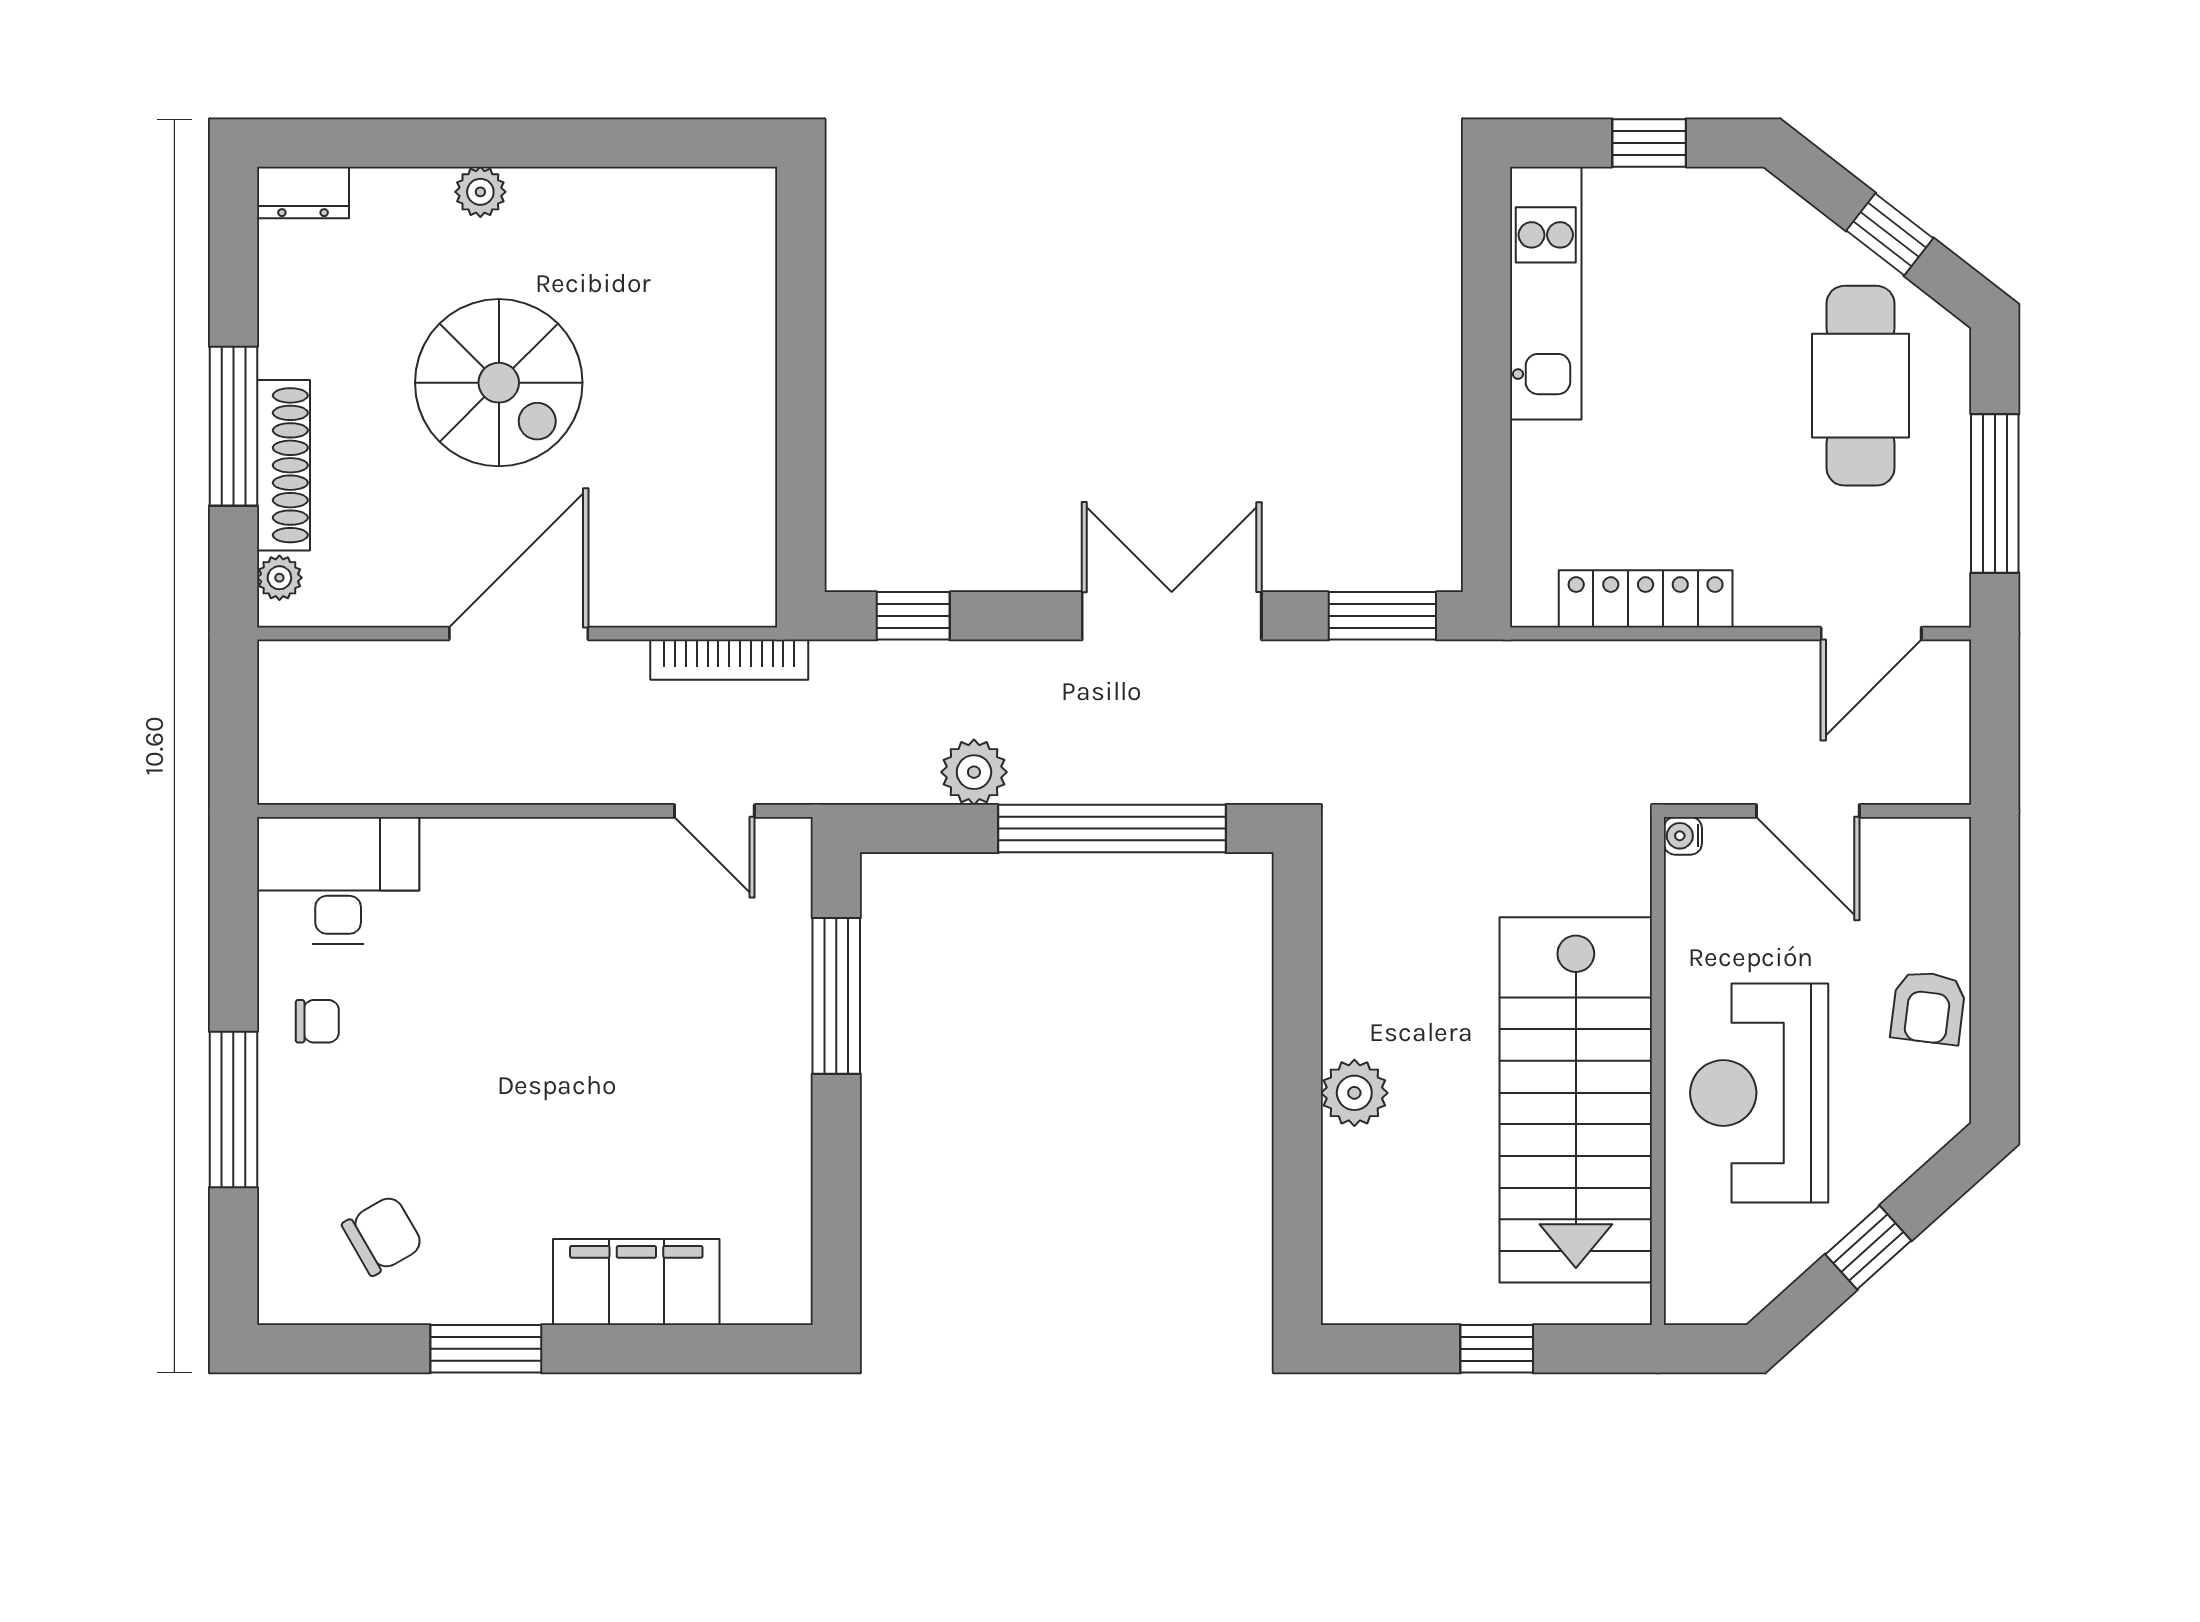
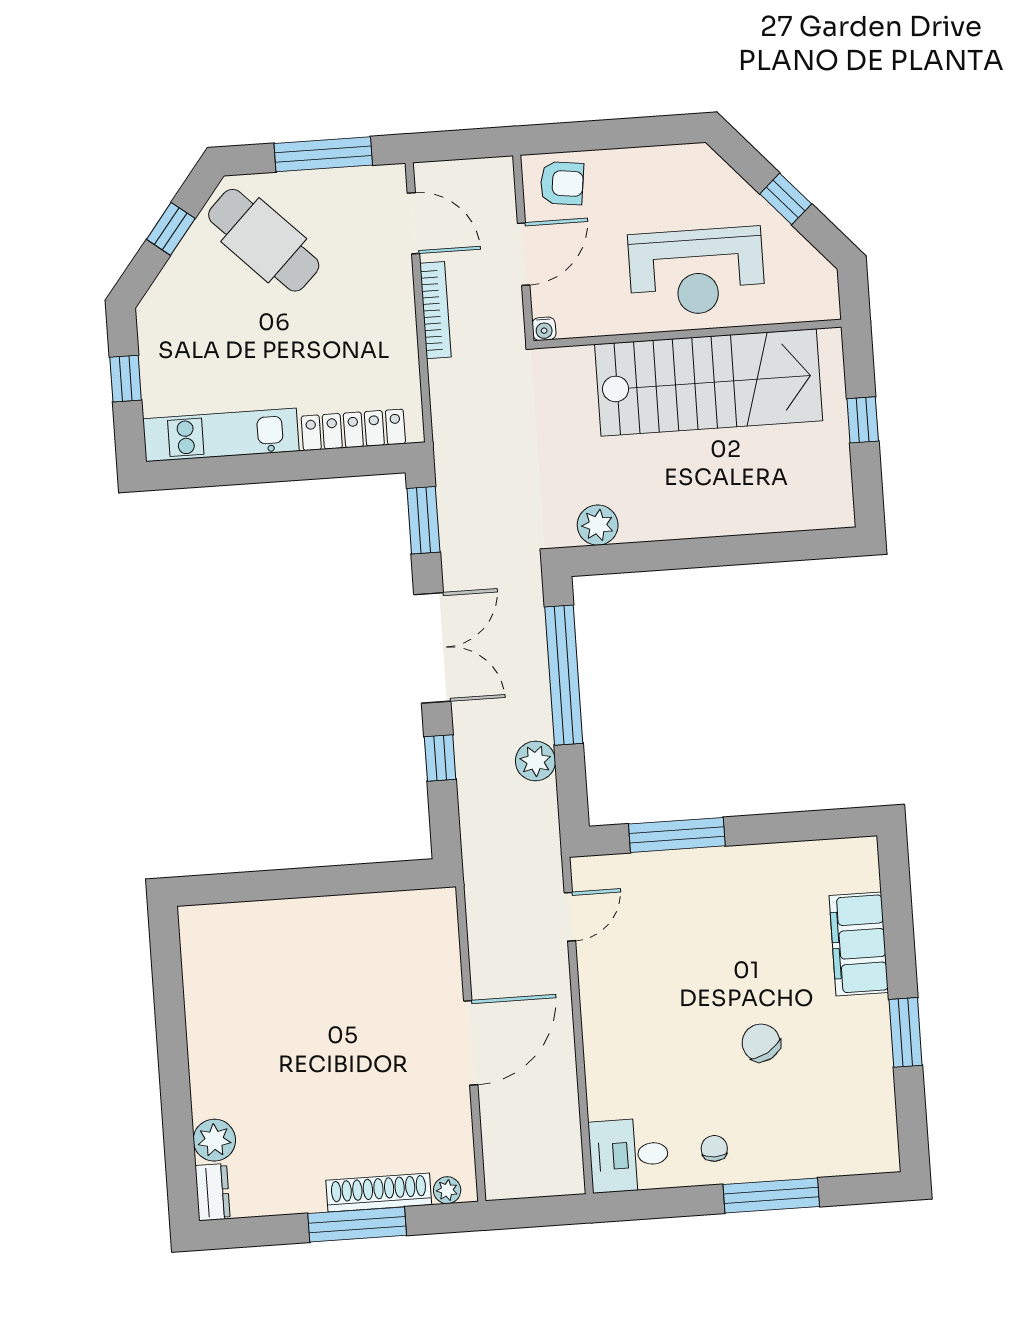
plant: (480, 192) -> (214, 1140), moved, width x1.38, depth x1.38
spiral stairs: (499, 383) -> (320, 1066), removed
cafe table: (1860, 386) -> (264, 240), turned 45
locker: (1646, 599) -> (353, 430), moved, turned 90
window: (913, 616) -> (440, 758), moved
double door: (1172, 616) -> (432, 648), swing flipped
door: (519, 634) -> (471, 1043), swing flipped
bookcase: (729, 660) -> (435, 310), moved
desk: (338, 880) -> (629, 1155), width x0.73
armchair: (1928, 1008) -> (562, 183), moved
plant: (1354, 1093) -> (598, 525), moved
chair: (383, 1235) -> (761, 1043), moved

